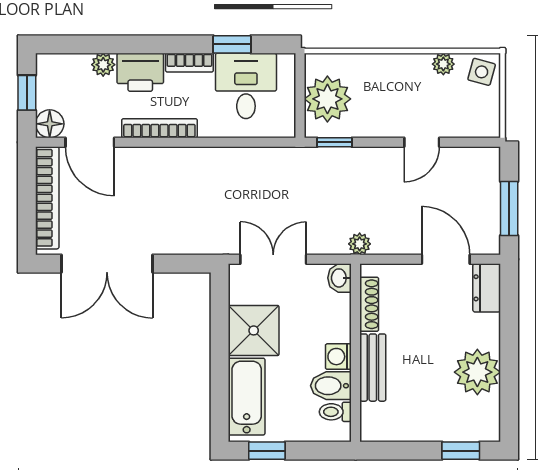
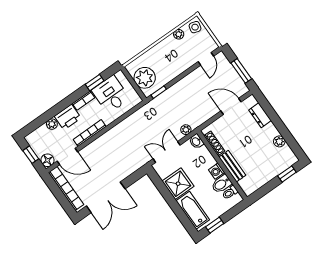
door: (422, 142) -> (206, 59), moved
plant: (360, 244) -> (186, 130), moved
dresser: (487, 288) -> (260, 115), moved
plant: (477, 372) -> (279, 141), width x0.53, depth x0.53

